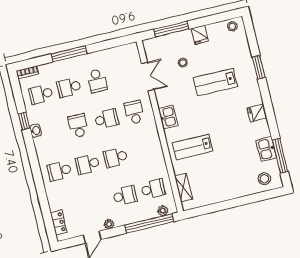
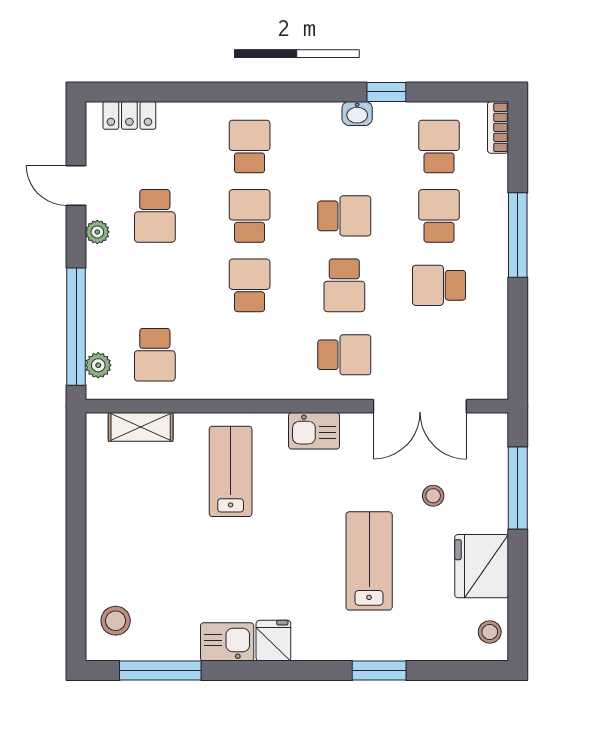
fridge: (200, 35) -> (482, 566), width x1.88, depth x1.34
double door: (148, 77) -> (420, 406), width x1.37
kitchen sink: (266, 149) -> (227, 642), moved
school desk: (125, 196) -> (155, 216), moved

